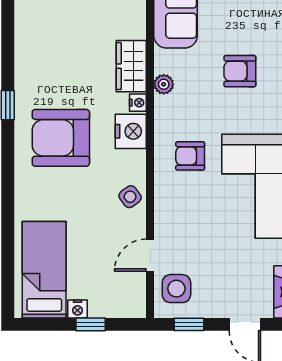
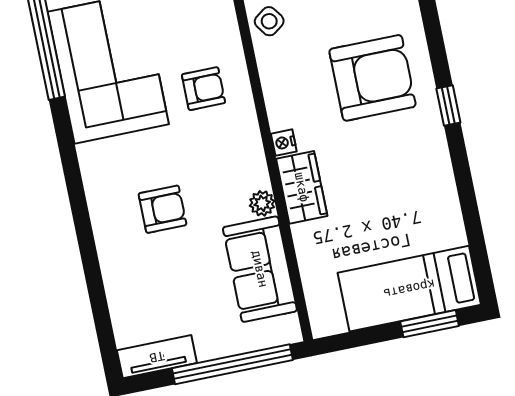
plant: (164, 84) -> (262, 203), moved
nightstand: (131, 131) -> (285, 104), removed

